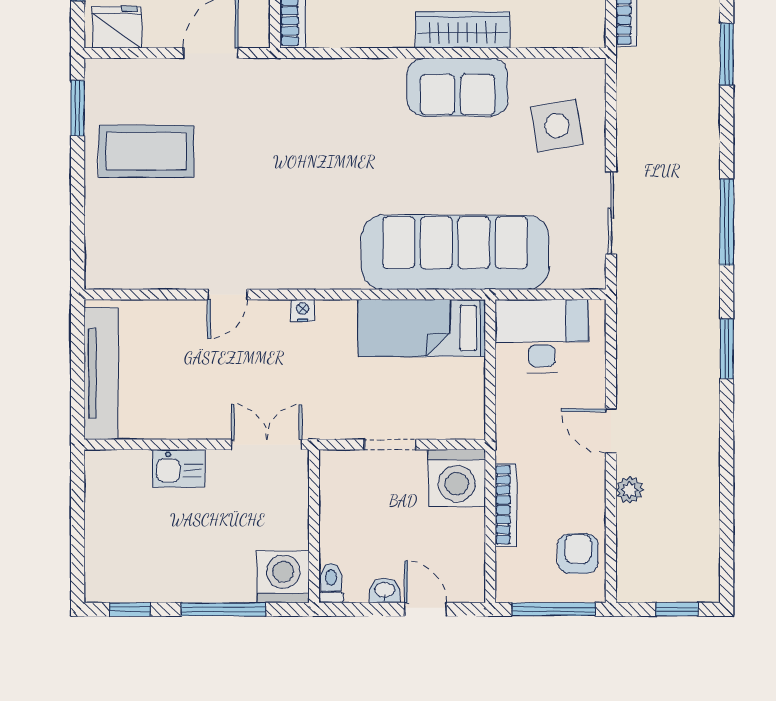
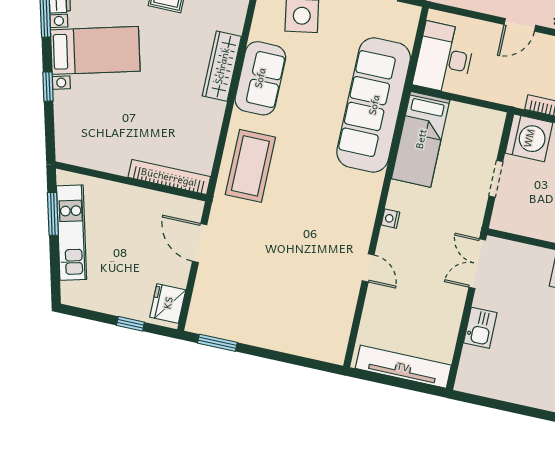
coffee table: (146, 151) -> (250, 166), moved

